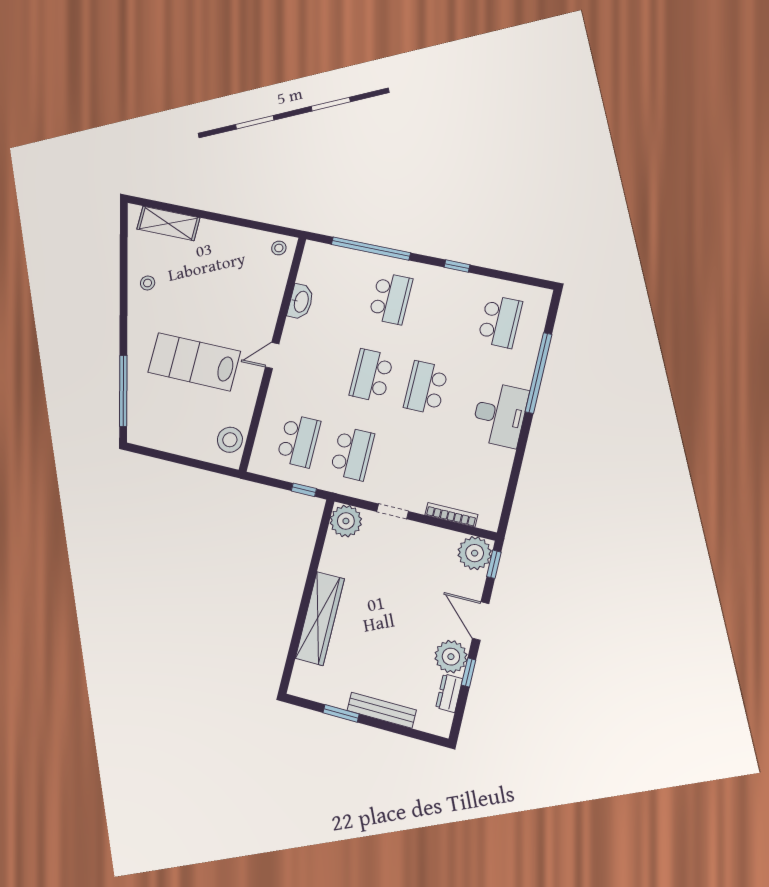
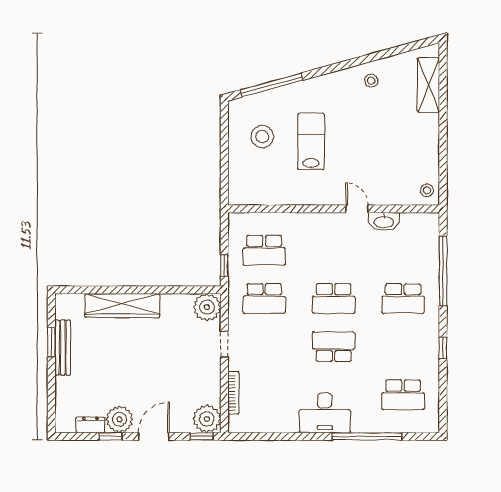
door: (272, 356) -> (357, 209), moved
lab bench: (194, 362) -> (311, 141), width x0.73, depth x0.72
school desk: (372, 375) -> (334, 298), turned 180
stool: (230, 440) -> (262, 137), moved
bench: (382, 710) -> (63, 348), moved

